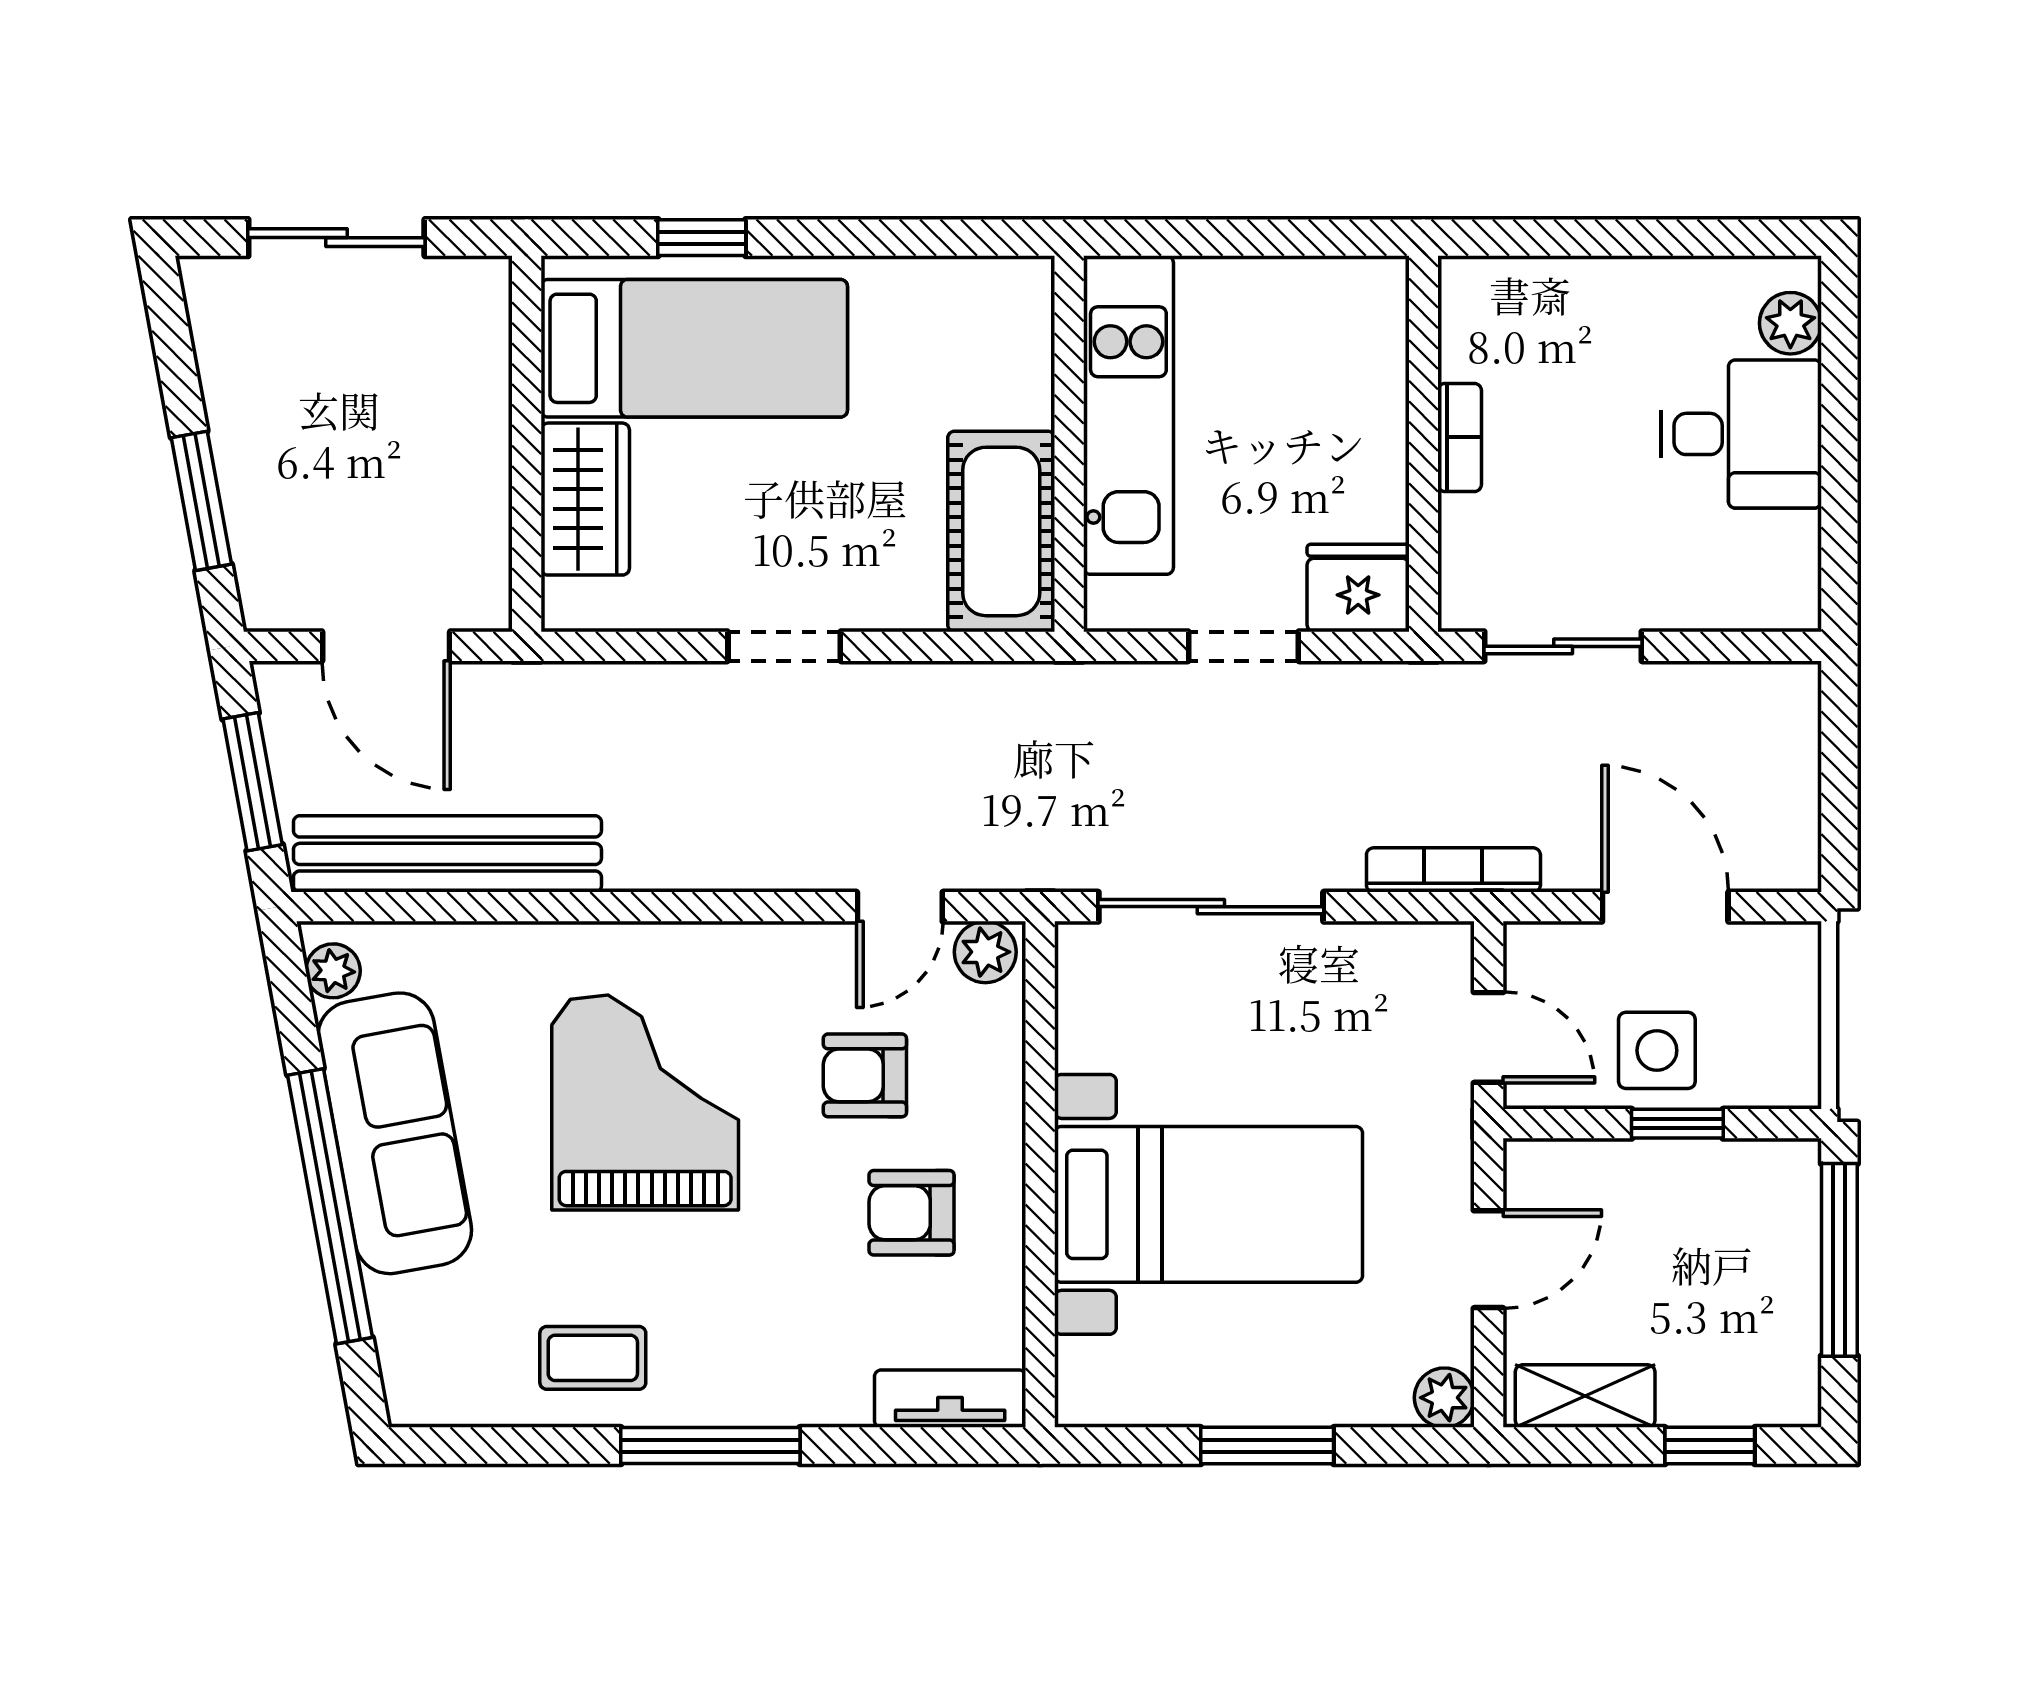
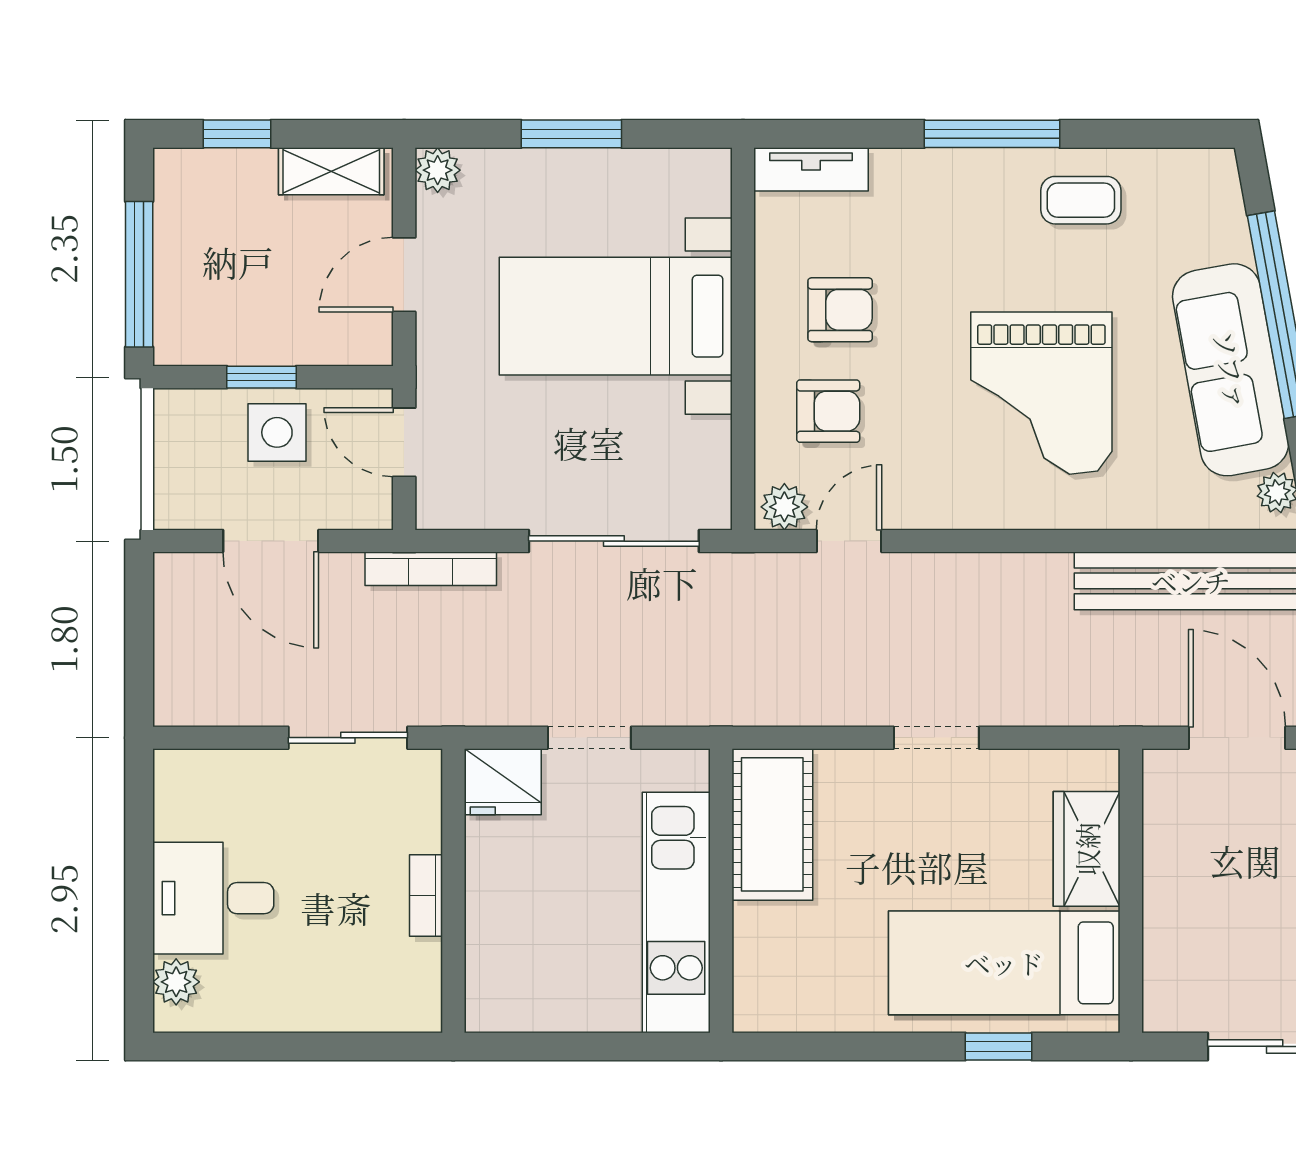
armchair: (865, 1075) -> (828, 411), moved

